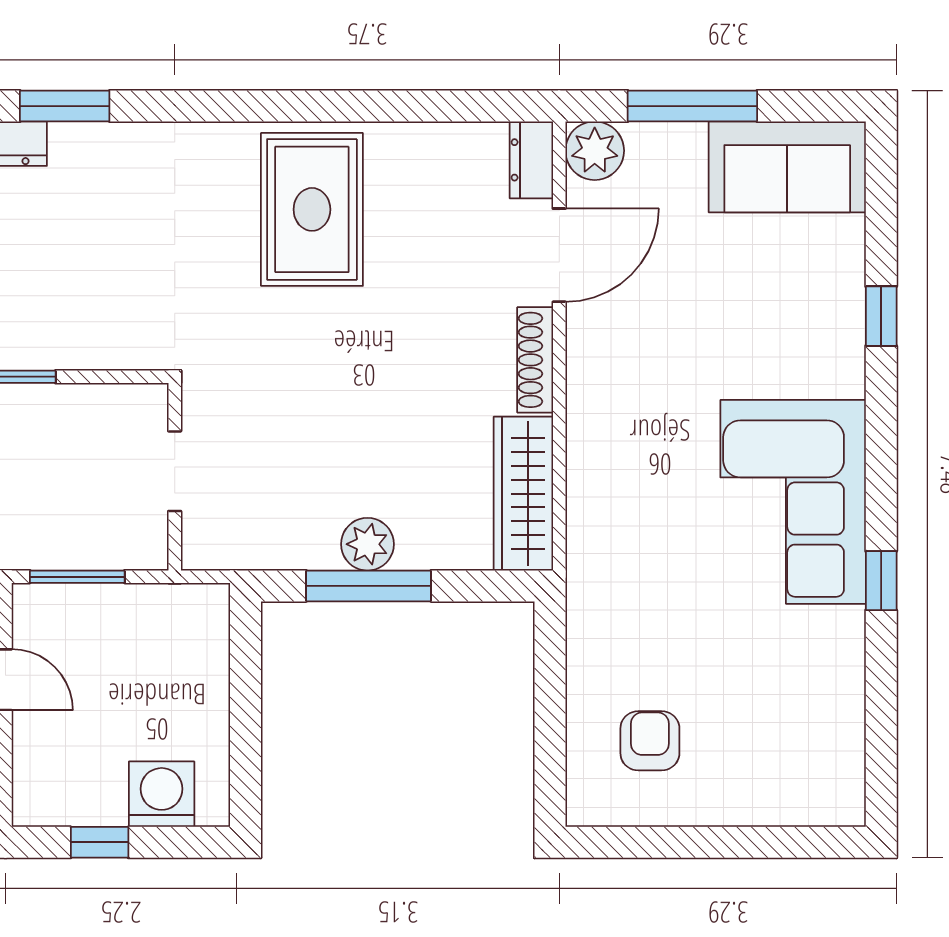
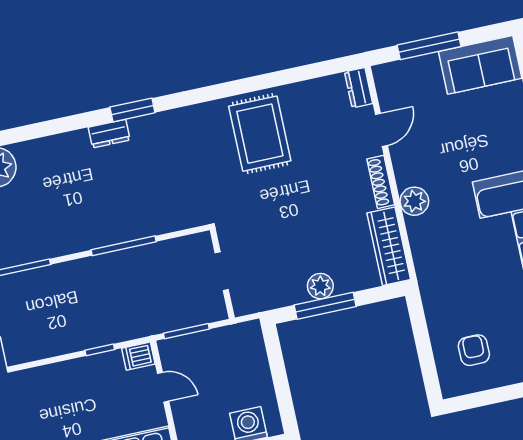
plant: (595, 151) -> (414, 201), moved
door: (559, 255) -> (381, 130), width x0.73

